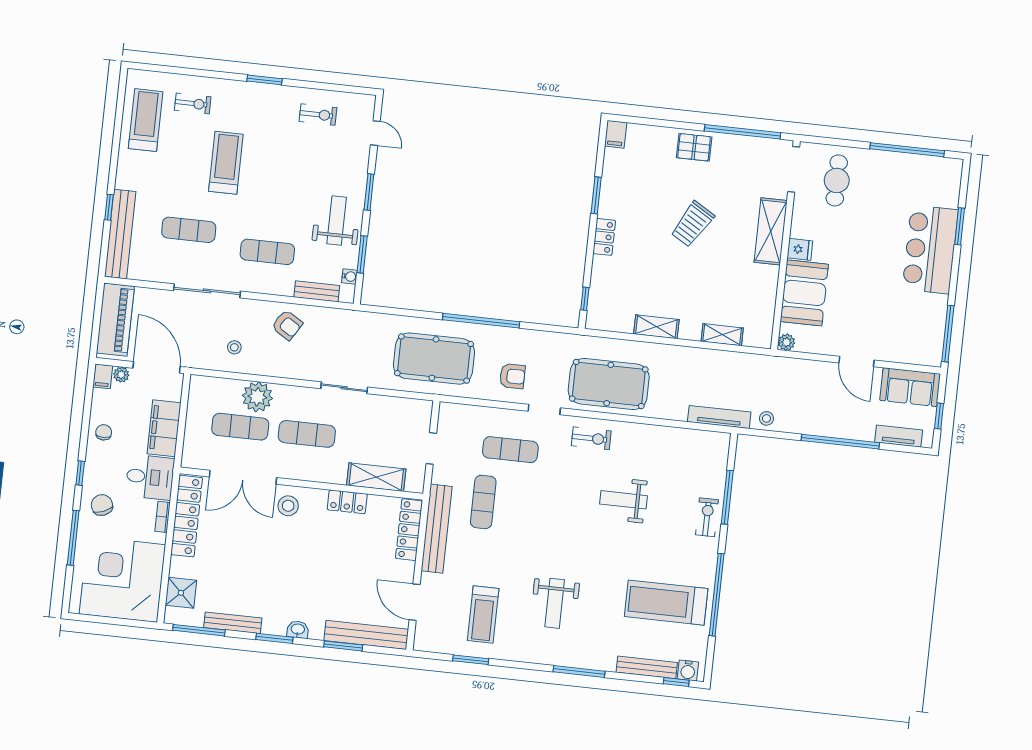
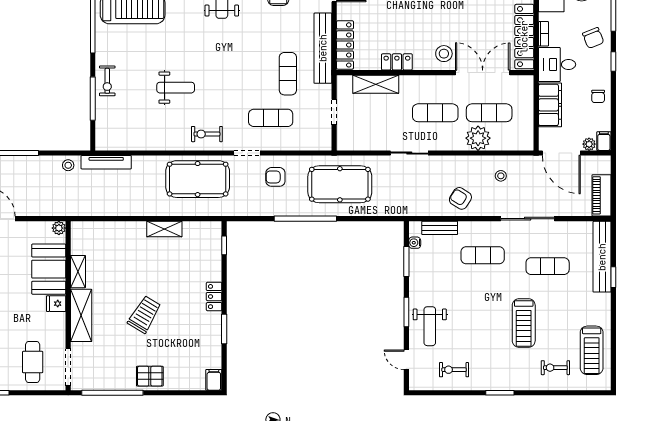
weight bench: (337, 220) -> (430, 326), moved
piano: (115, 320) -> (602, 195), width x0.73, depth x0.75
shelving: (722, 335) -> (78, 272), moved, turned 90

